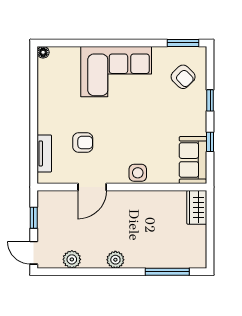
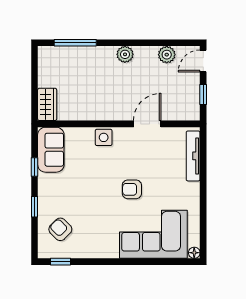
window: (183, 43) -> (60, 262), width x0.67
corner sofa: (116, 72) -> (153, 234), moved
armchair: (83, 143) -> (132, 189), moved
tv unit: (44, 153) -> (193, 156), width x1.41
door: (34, 253) -> (203, 61), swing flipped

